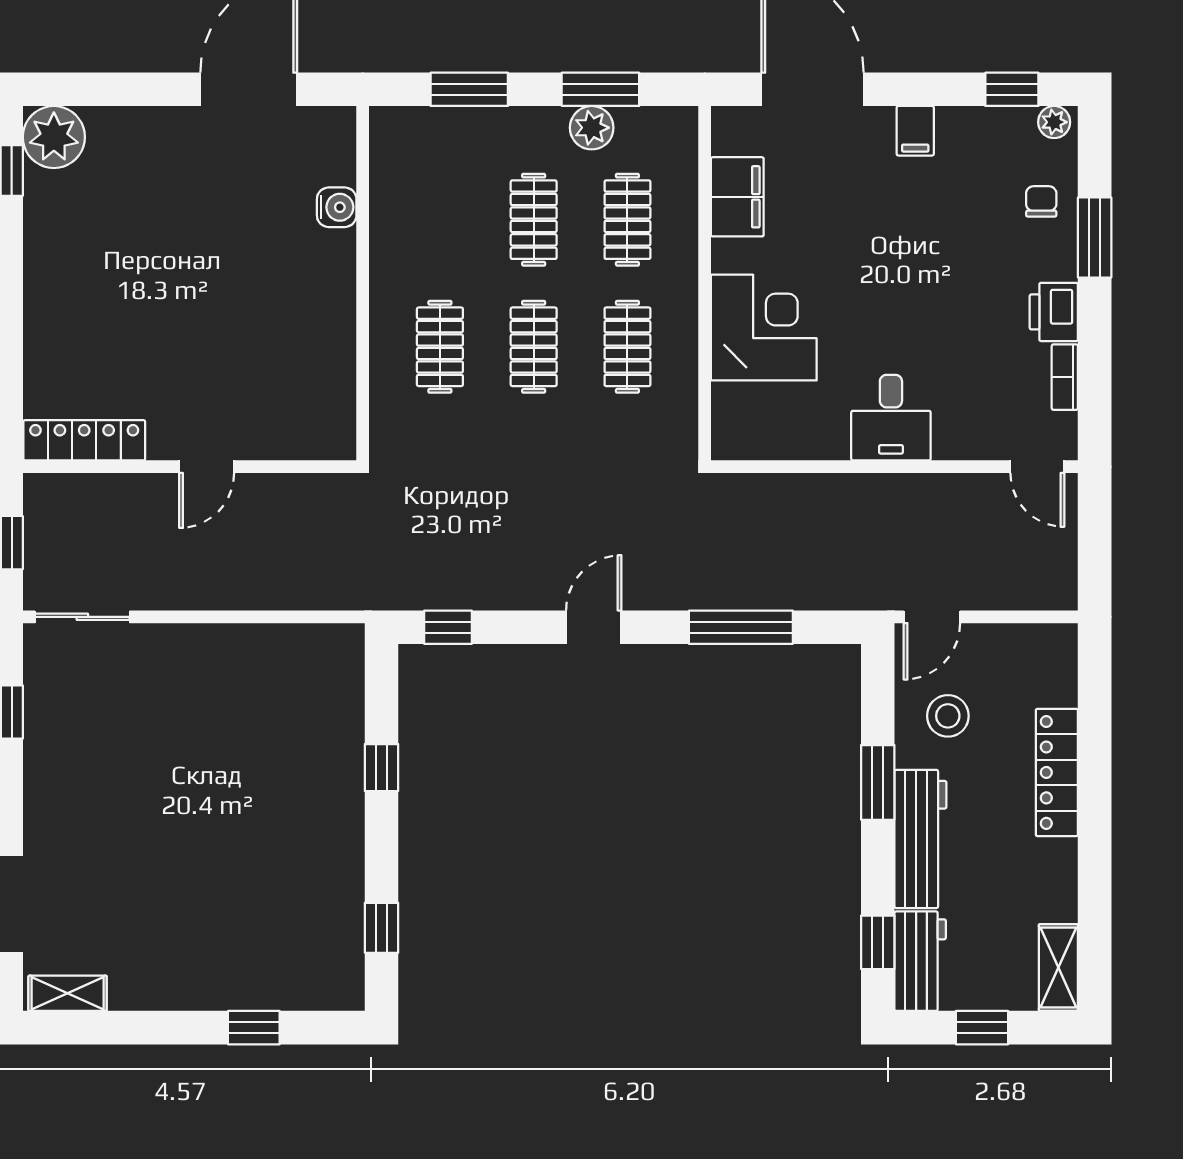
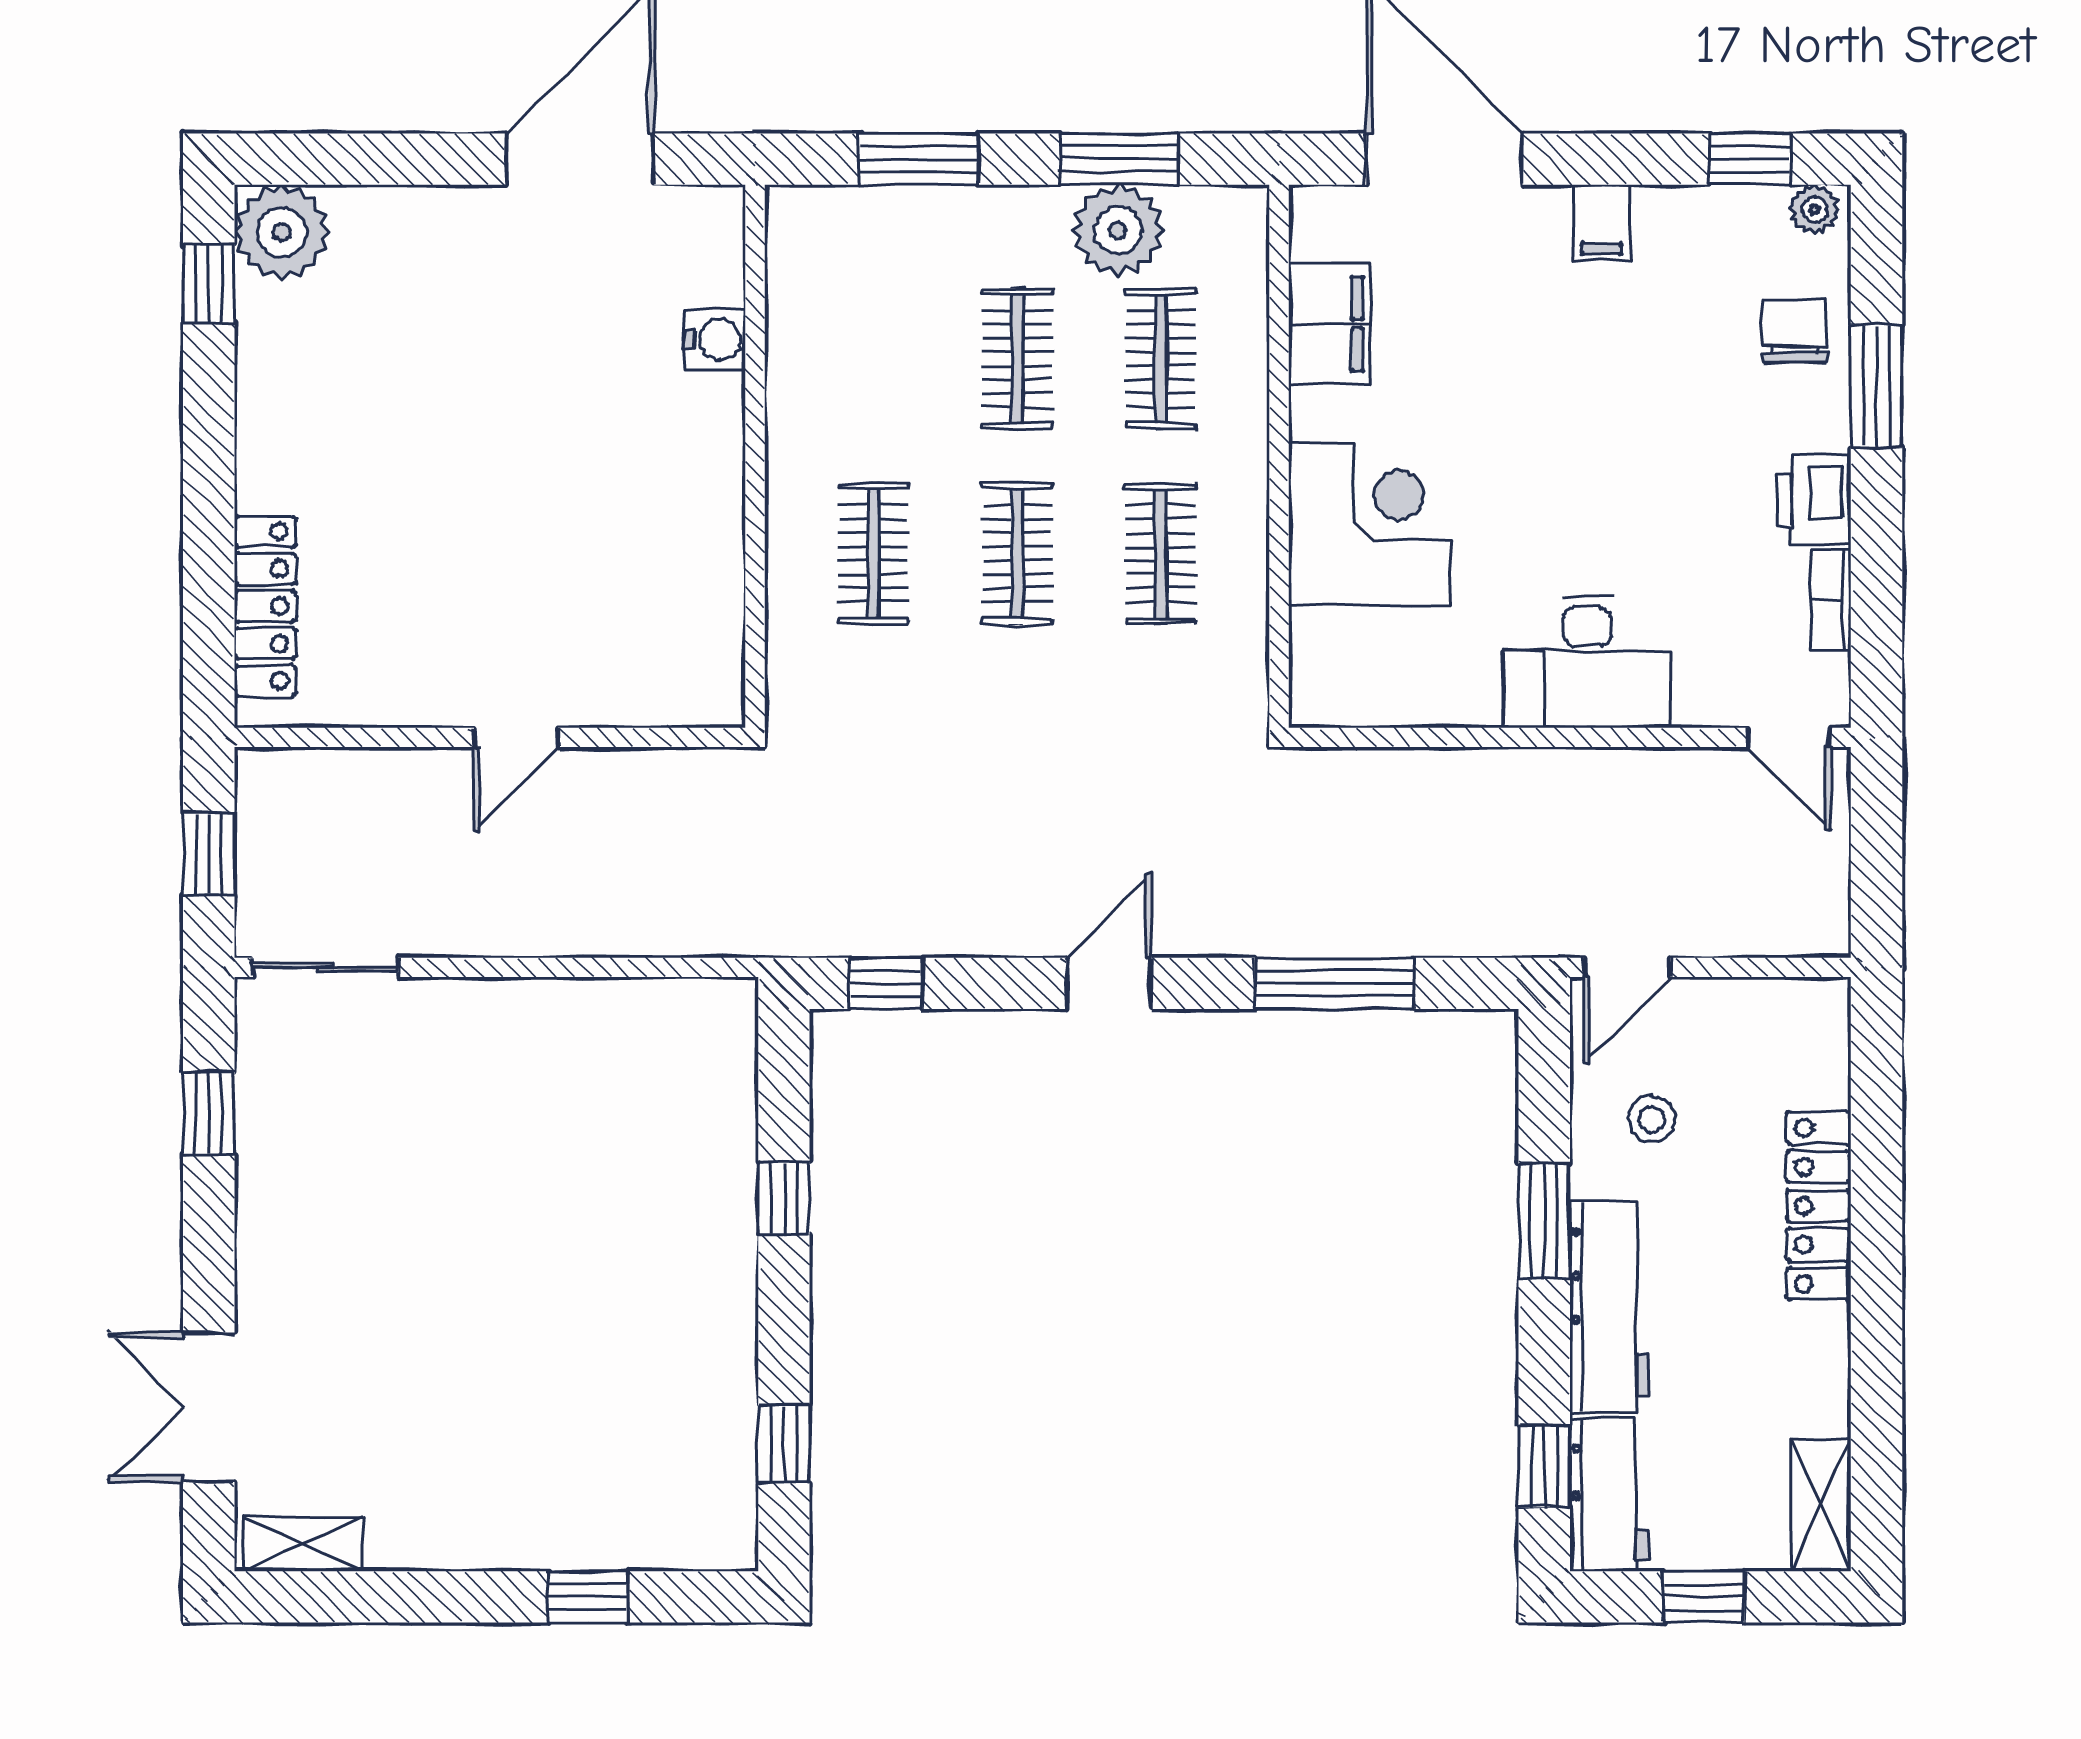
plant: (592, 128) -> (1118, 230), width x1.36, depth x1.36
chair: (1041, 201) -> (1795, 331), width x1.37, depth x1.37
desk: (891, 418) -> (1587, 662), width x1.37
locker: (84, 440) -> (265, 606), moved, turned 90
stool: (948, 716) -> (1652, 1119), width x0.73, depth x0.73

